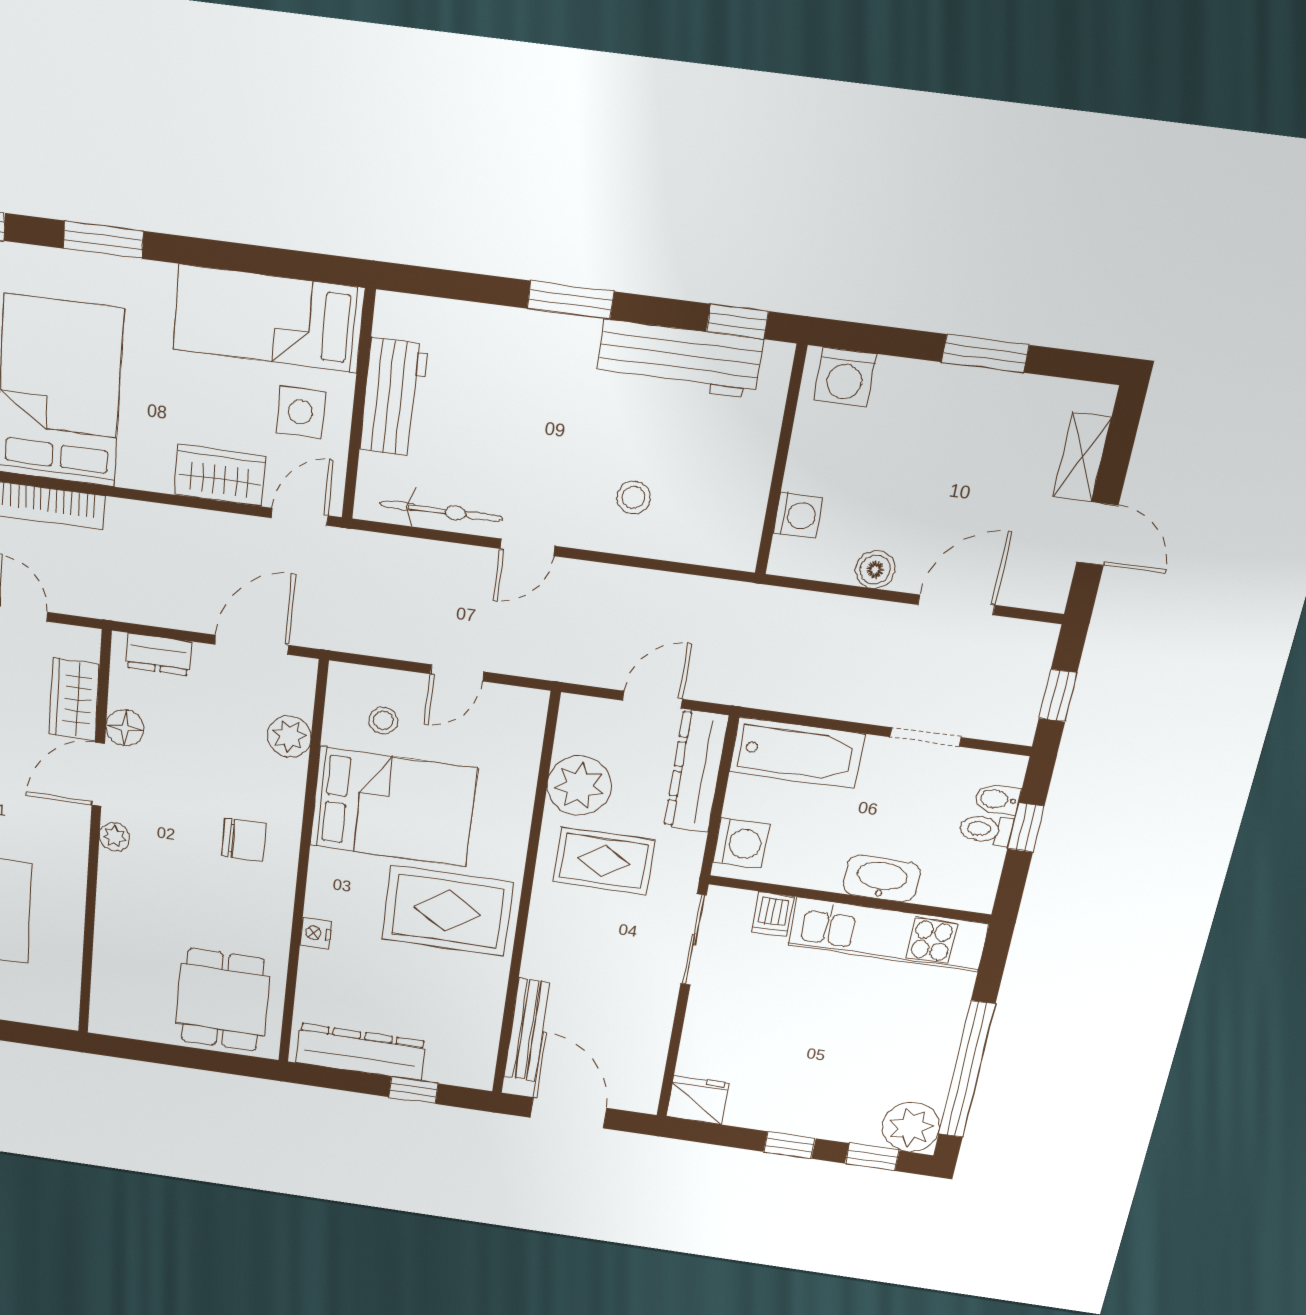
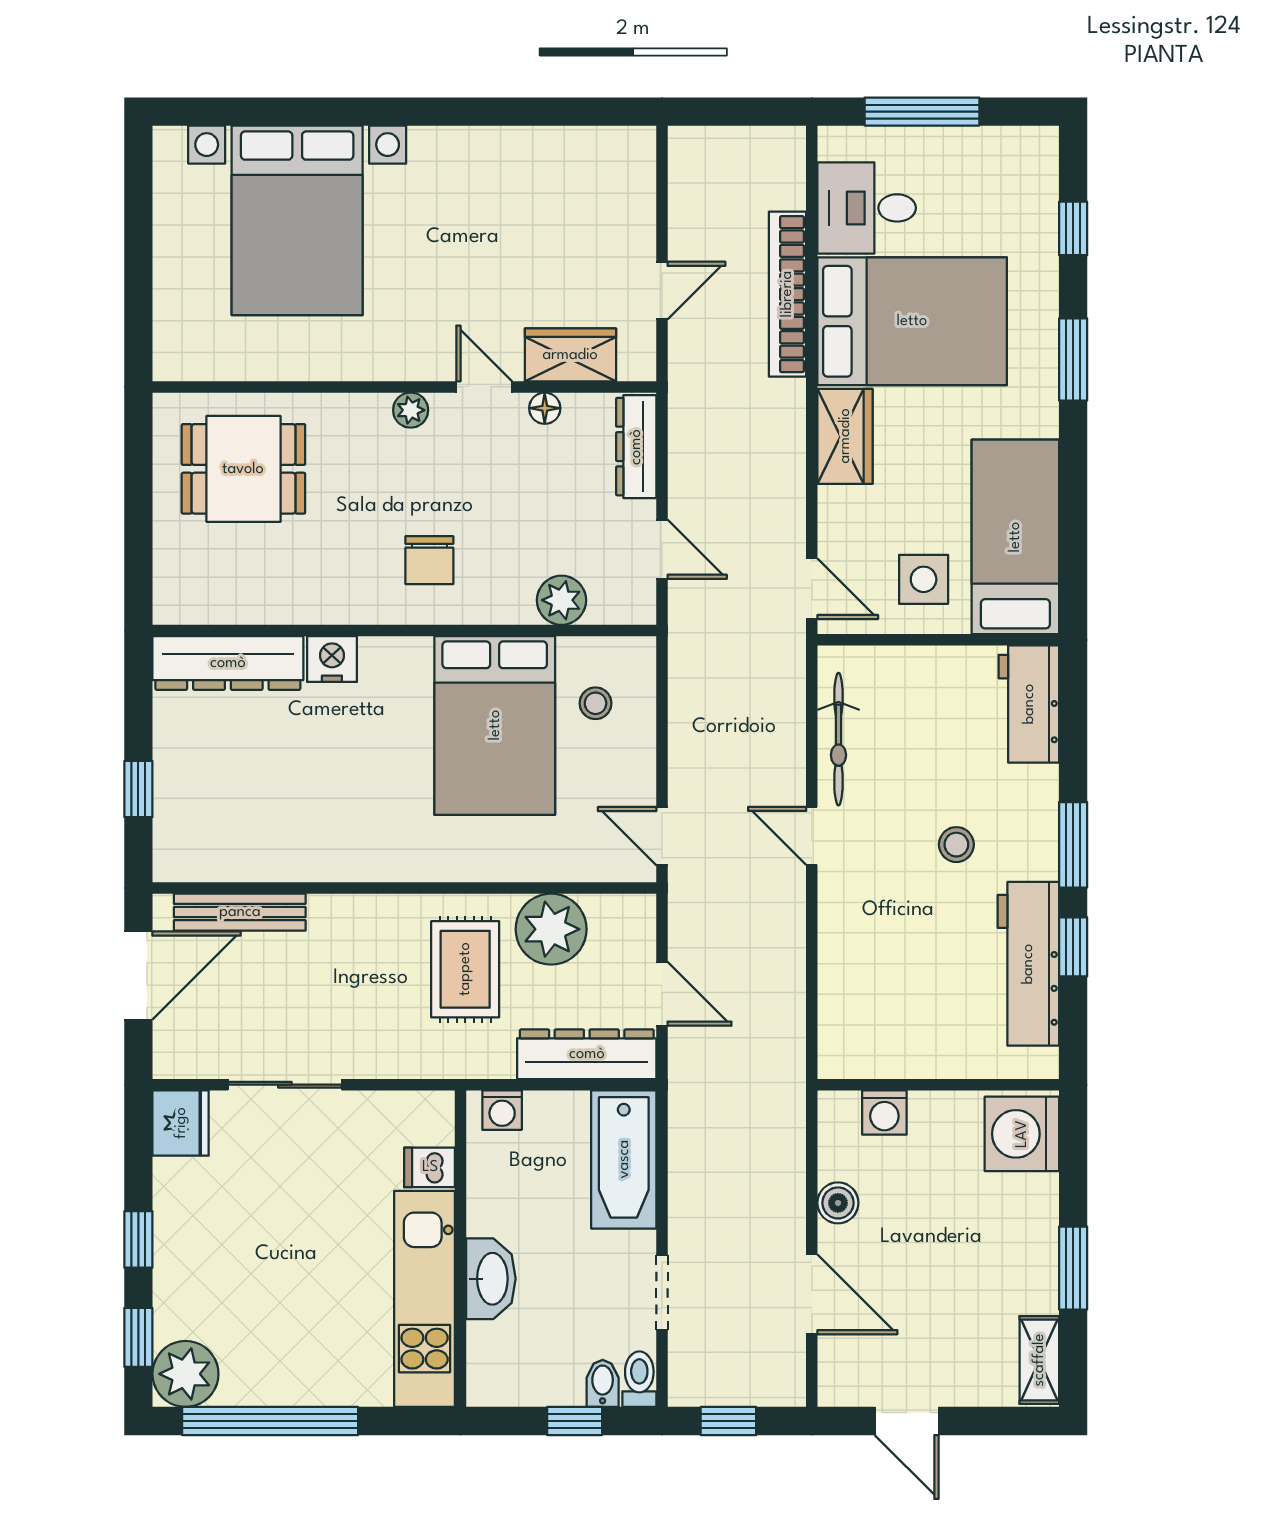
window: (737, 322) -> (1073, 947), moved
washing machine: (845, 377) -> (1022, 1134), width x1.37, depth x1.37
workbench: (394, 398) -> (1029, 704), moved, turned 90
shelving: (1082, 457) -> (1039, 1360), moved, turned 90
wardrobe: (220, 475) -> (845, 436), moved
stool: (634, 498) -> (956, 845), moved
door: (1097, 534) -> (907, 1421), hinge flipped
door: (252, 645) -> (662, 549), width x0.73
dresser: (159, 654) -> (636, 447), width x1.44
door: (457, 673) -> (662, 836), moved
floor lamp: (125, 728) -> (545, 408), width x0.73, depth x0.73
door: (98, 774) -> (484, 387), width x0.73
toilet: (986, 830) -> (639, 1379), moved
washing machine: (741, 843) -> (502, 1110), width x0.73, depth x0.73
rug: (448, 911) -> (377, 802), removed
nightstand: (316, 933) -> (332, 659), width x1.39, depth x1.35
sliding door: (694, 940) -> (285, 1085), moved
dining table: (222, 1000) -> (243, 469), moved
dresser: (361, 1052) -> (228, 663), moved, turned 90

